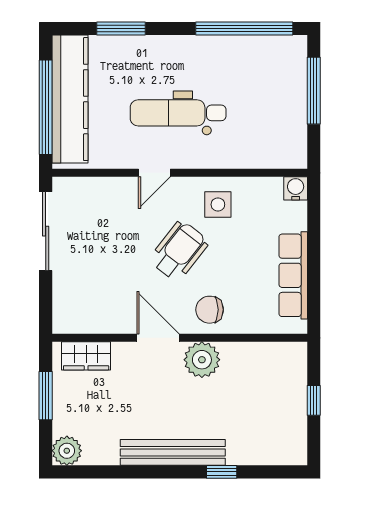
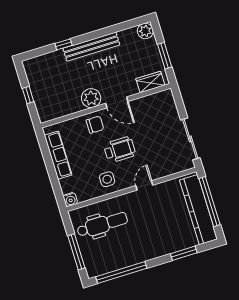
dental chair: (178, 113) -> (102, 225), moved
wheelchair: (179, 251) -> (120, 150), turned -128

